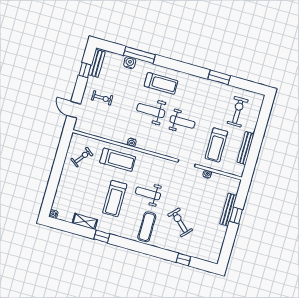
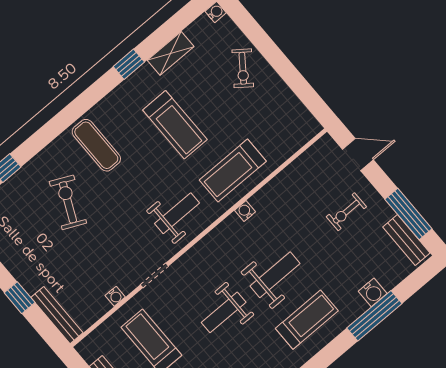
window: (85, 70) -> (408, 214), width x2.17
treadmill: (161, 83) -> (307, 320), turned 180
exercise bike: (82, 157) -> (243, 68), moved
weight bench: (148, 193) -> (177, 213), moved
treadmill: (115, 198) -> (175, 125), turned 180
bench: (228, 210) -> (57, 315), moved
exercise bike: (180, 222) -> (68, 202), turned -108

